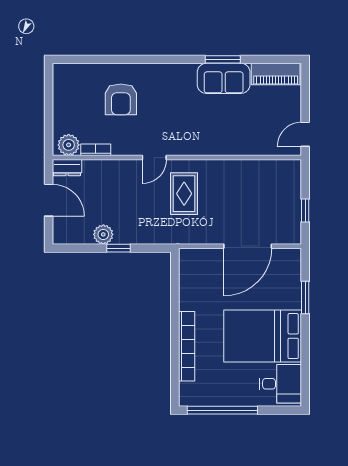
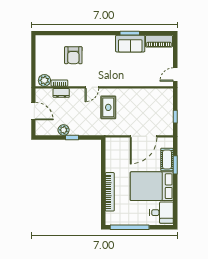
dresser: (67, 168) -> (61, 93), moved
cot: (290, 288) -> (167, 159), added

